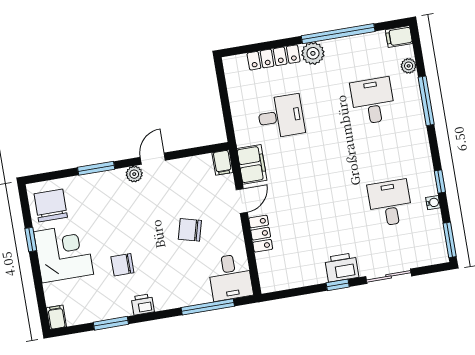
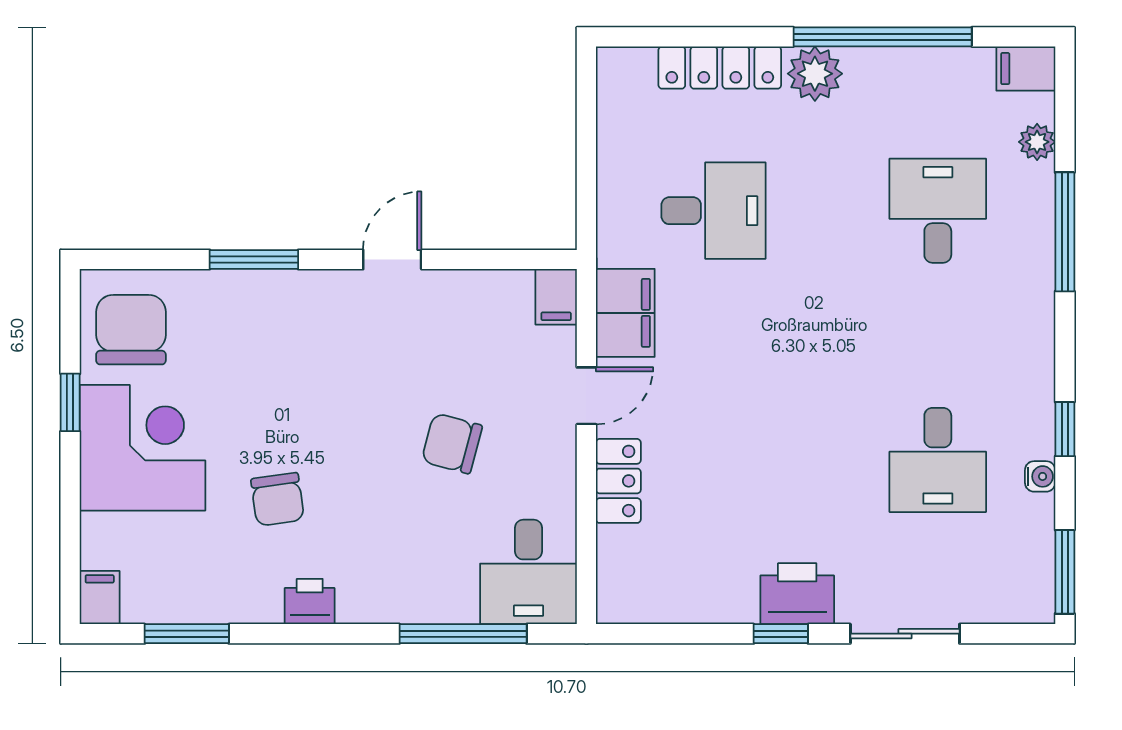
plant: (134, 174) -> (342, 289), removed
desk: (390, 203) -> (938, 460), turned 180
chair: (122, 265) -> (278, 499), turned -98
window: (111, 323) -> (187, 634), moved

